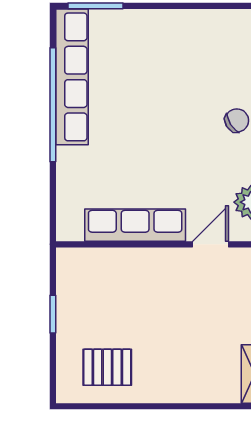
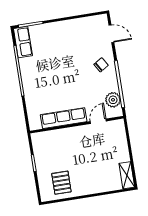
row of seats: (72, 77) -> (23, 42), width x0.50
pallet: (107, 367) -> (61, 183), turned 90

